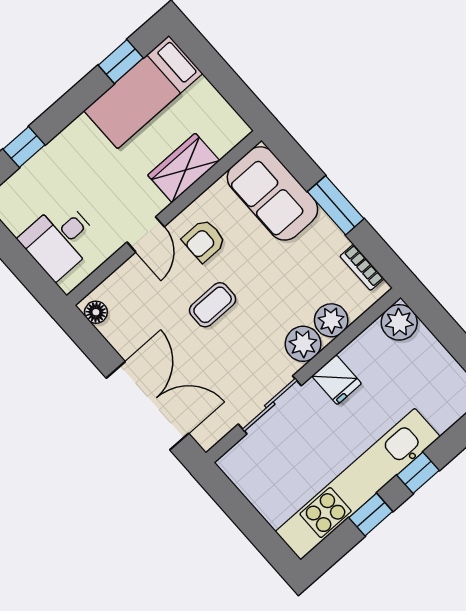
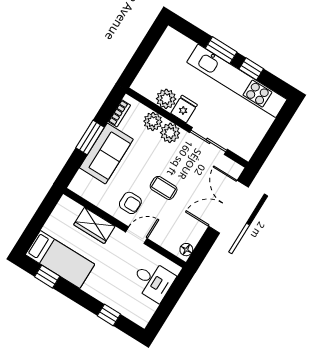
sofa: (272, 193) -> (106, 154), moved
plant: (399, 322) -> (166, 99), moved
window: (418, 473) -> (221, 50), width x1.50

